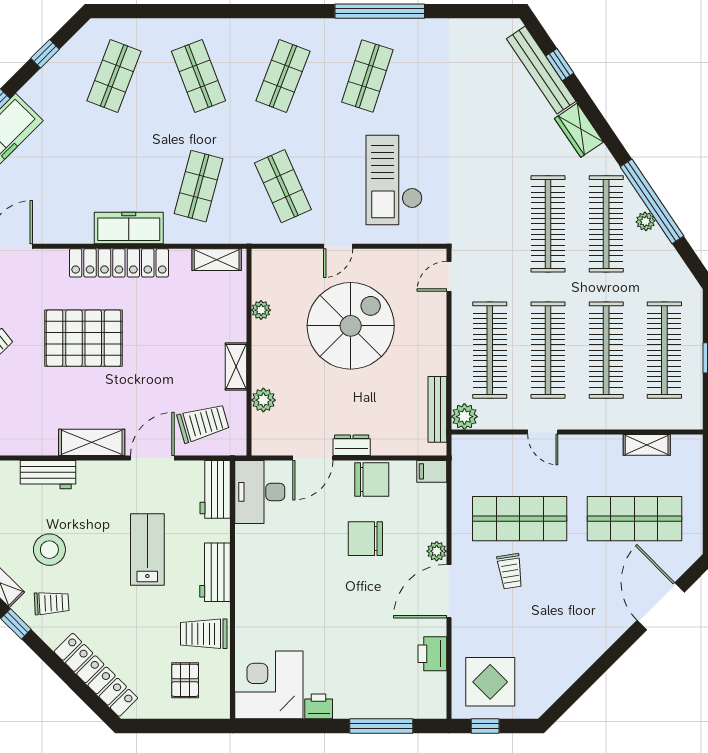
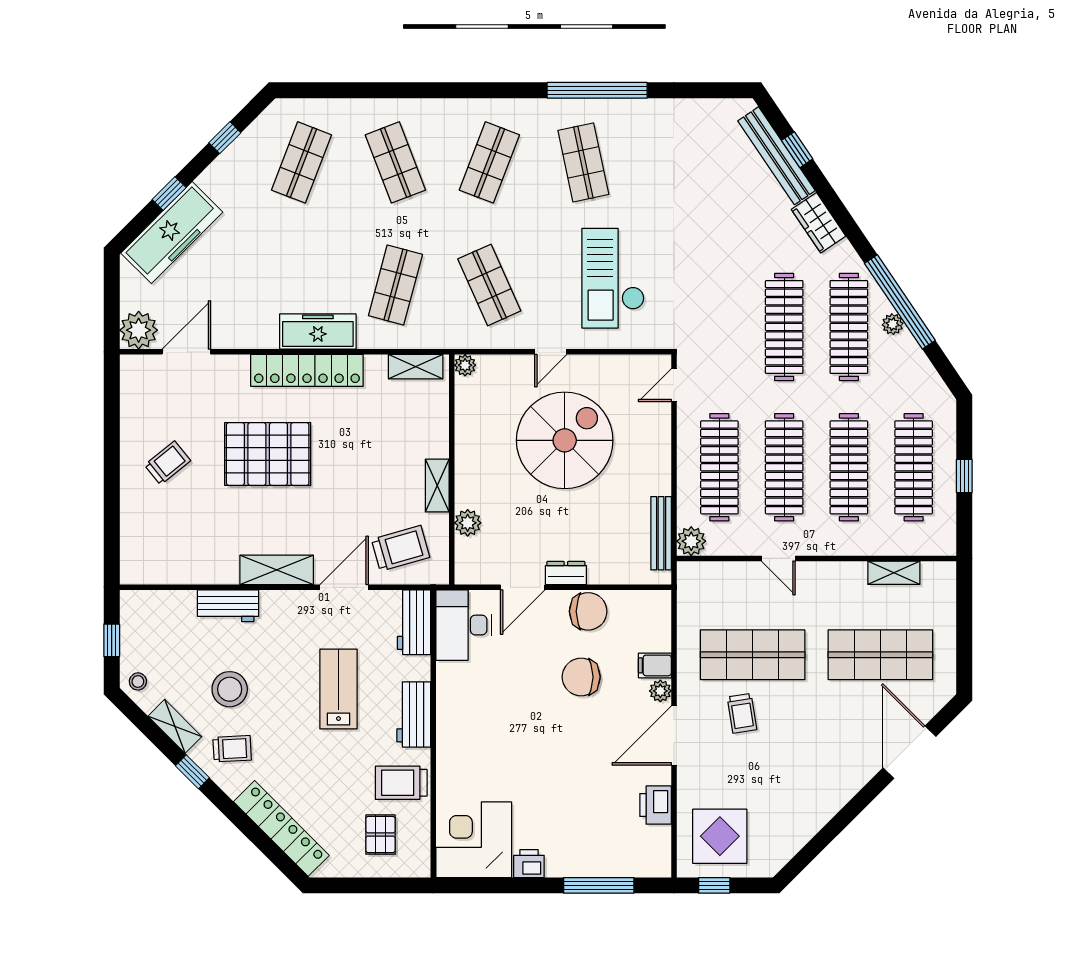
shop shelf: (367, 76) -> (583, 162), turned -30
plant: (261, 310) -> (465, 365), moved
filing cabinet: (432, 471) -> (655, 665), moved

